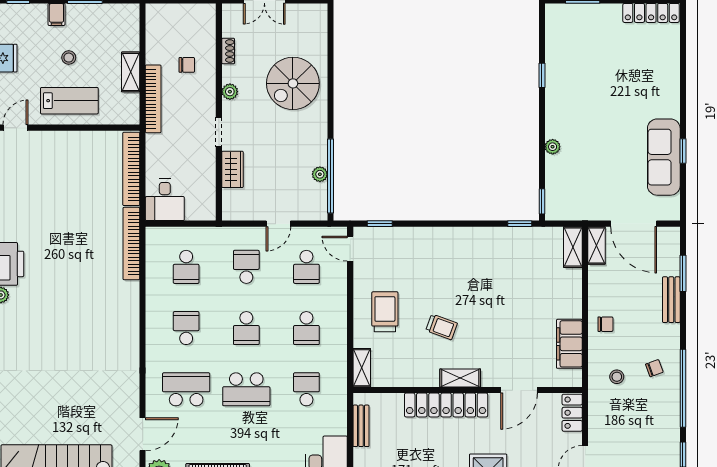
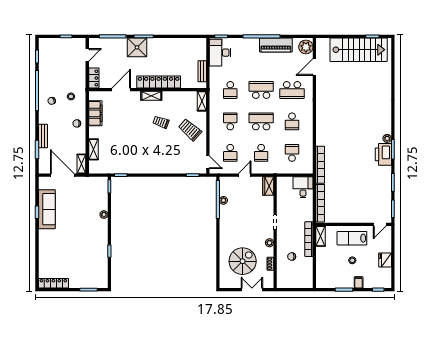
shelving: (131, 72) -> (321, 236), moved
spiral stairs: (293, 83) -> (243, 261), moved
wardrobe: (232, 169) -> (268, 186), moved
shelving: (573, 247) -> (93, 149), moved
school desk: (306, 267) -> (230, 153), turned 180
trolley: (385, 312) -> (190, 130), turned 131
school desk: (246, 328) -> (261, 121), width x1.85

